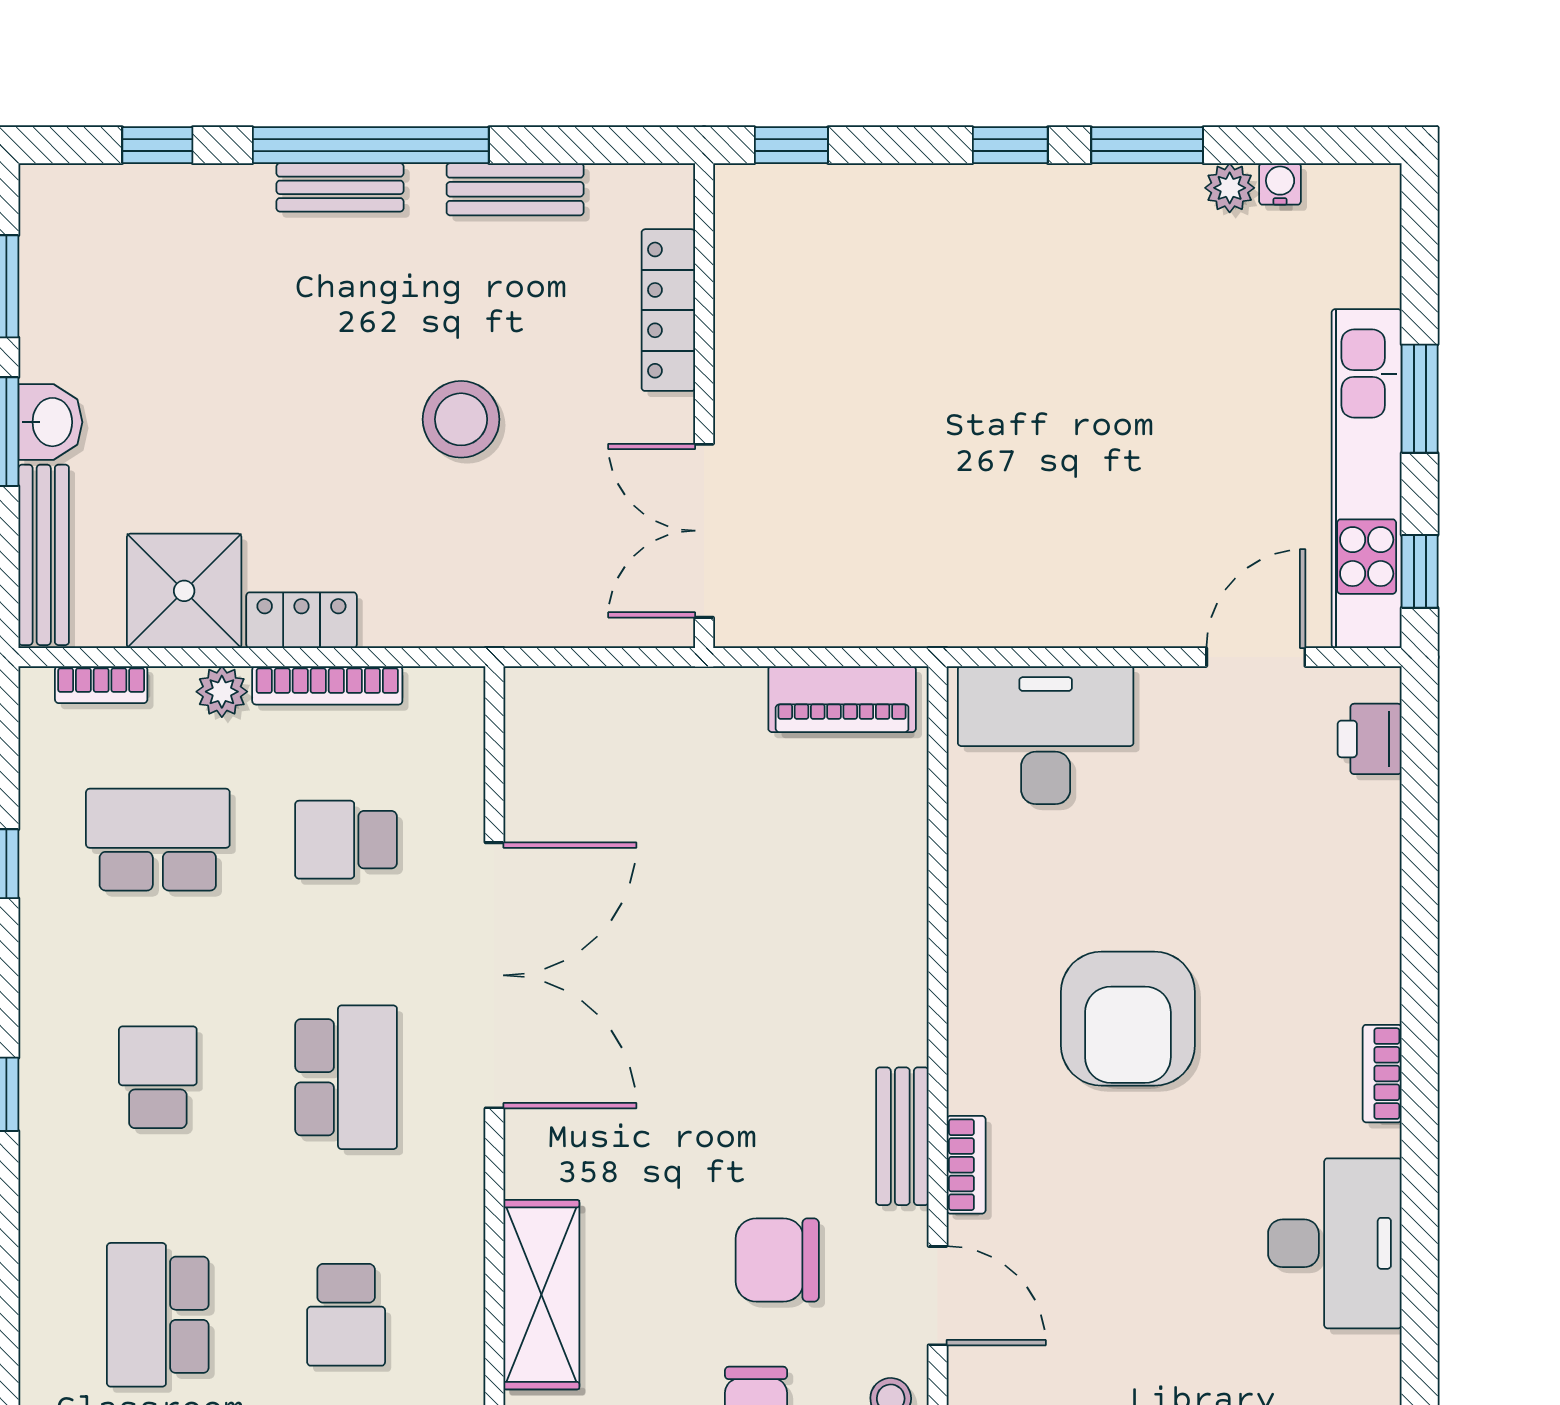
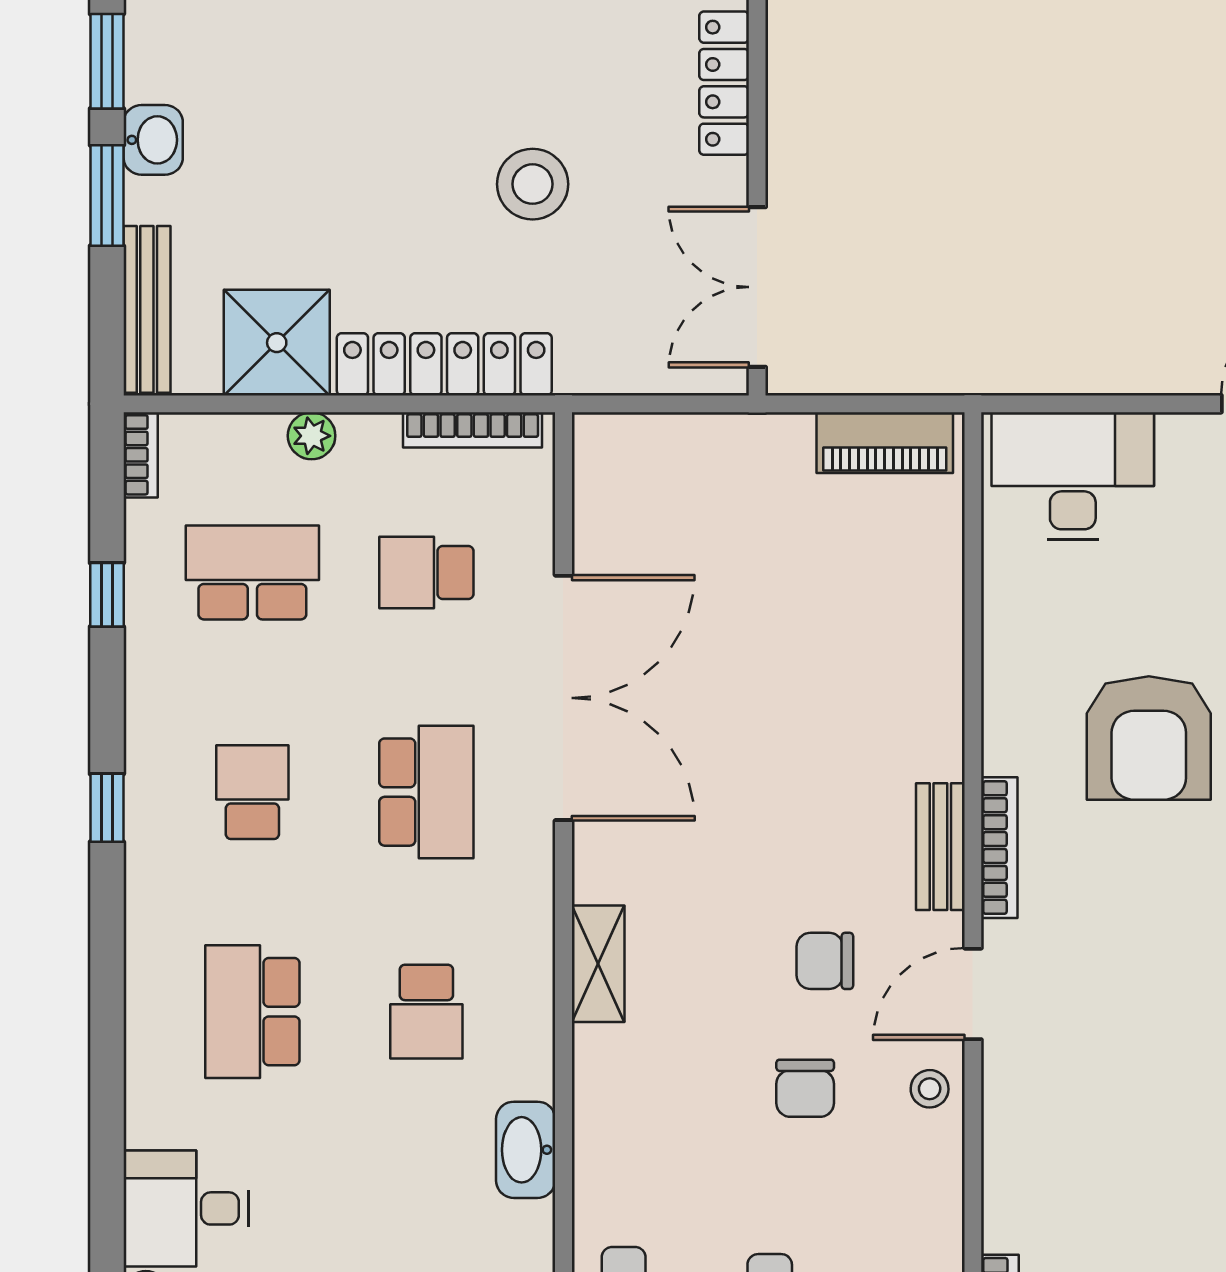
washbasin: (50, 422) -> (153, 140), moved
locker: (301, 620) -> (444, 364), width x2.16, depth x1.21
bookcase: (101, 685) -> (141, 455), moved, turned -90
bookcase: (327, 685) -> (473, 430), moved
bookcase: (966, 1165) -> (999, 848), width x1.56
chair: (777, 1260) -> (825, 961), width x0.73, depth x0.73
shelving: (541, 1295) -> (598, 964), width x0.67, depth x0.75
door: (938, 1296) -> (973, 994), swing flipped

